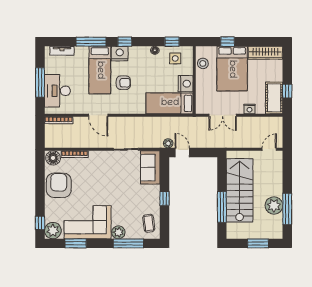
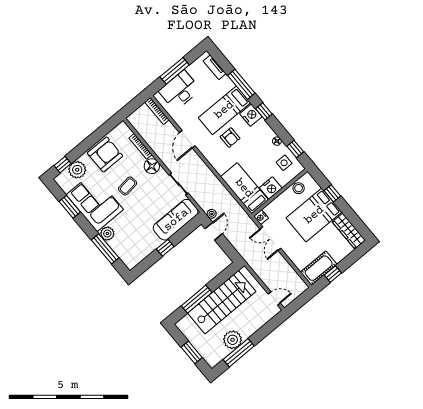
nightstand: (249, 109) -> (261, 217), moved
floor lamp: (53, 158) -> (152, 166), moved
sofa: (150, 167) -> (176, 220), width x1.36
coffee table: (149, 223) -> (128, 186), moved
plant: (53, 231) -> (77, 170), moved

